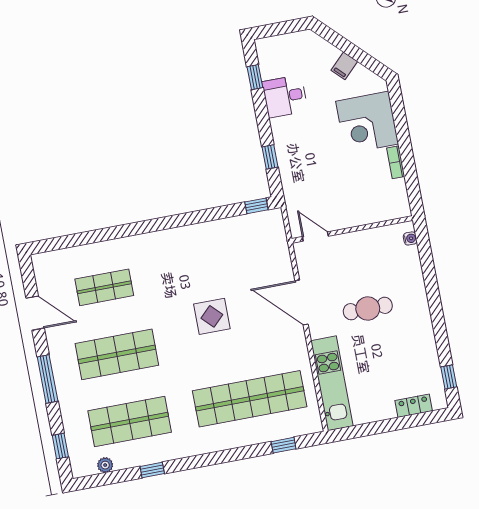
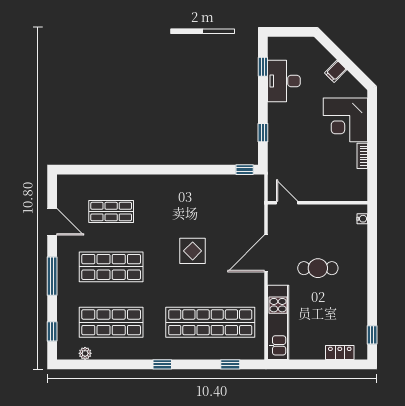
desk: (285, 96) -> (284, 81), width x1.37
door: (301, 303) -> (266, 253), hinge flipped
window: (152, 470) -> (162, 364), moved

